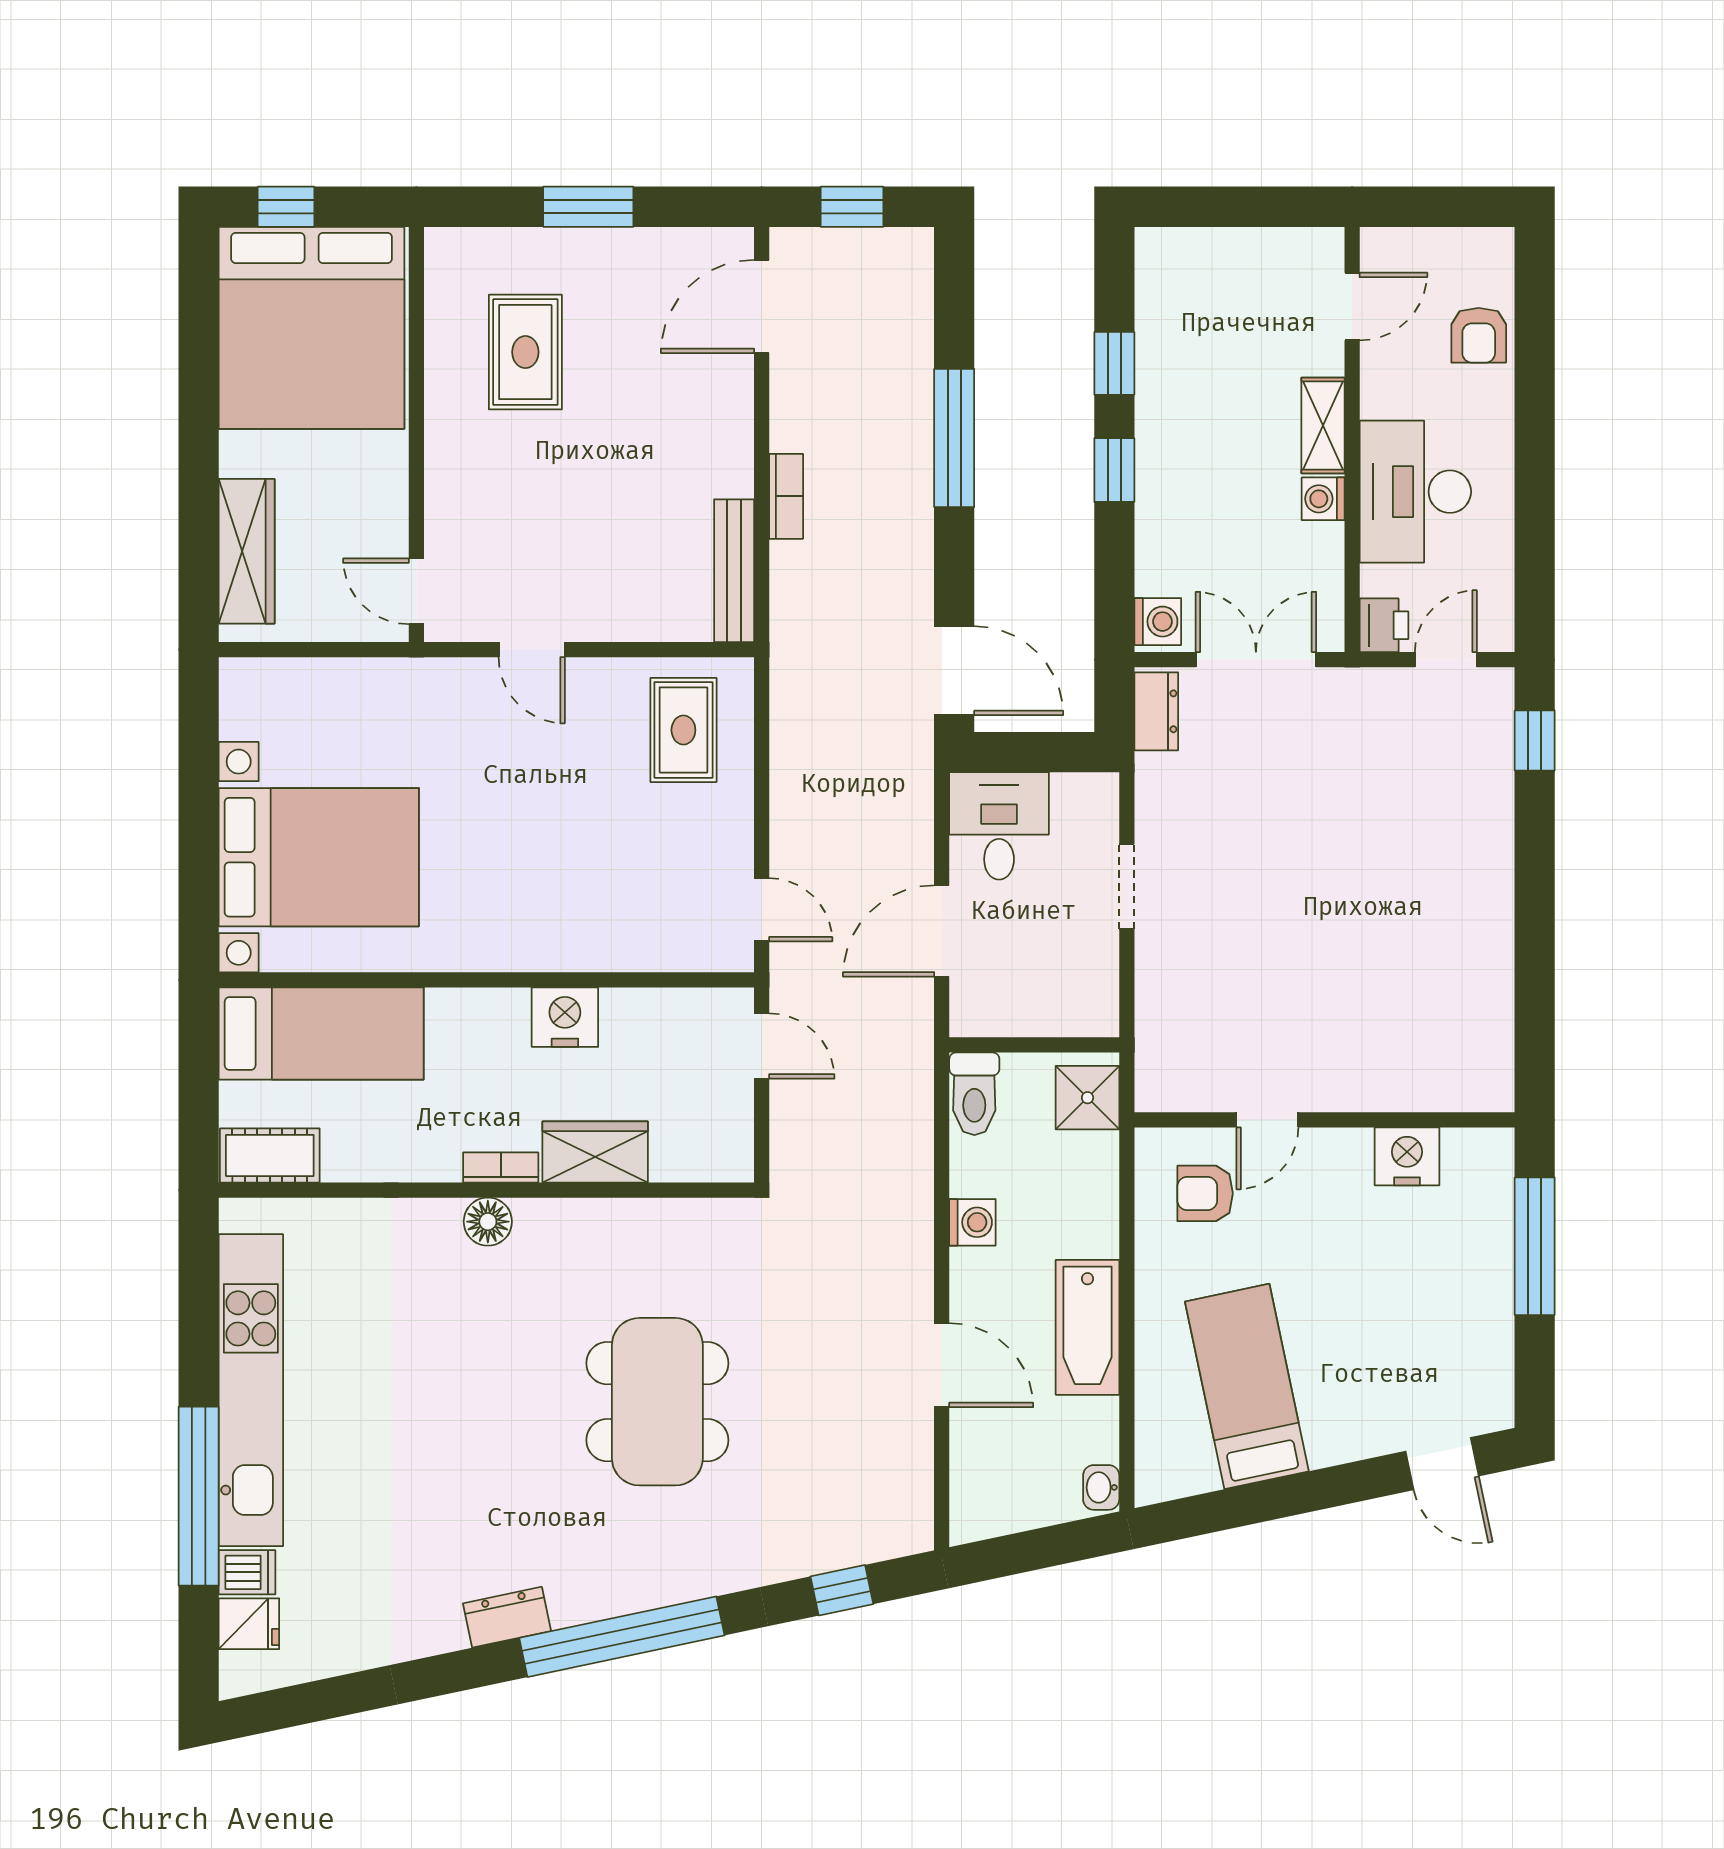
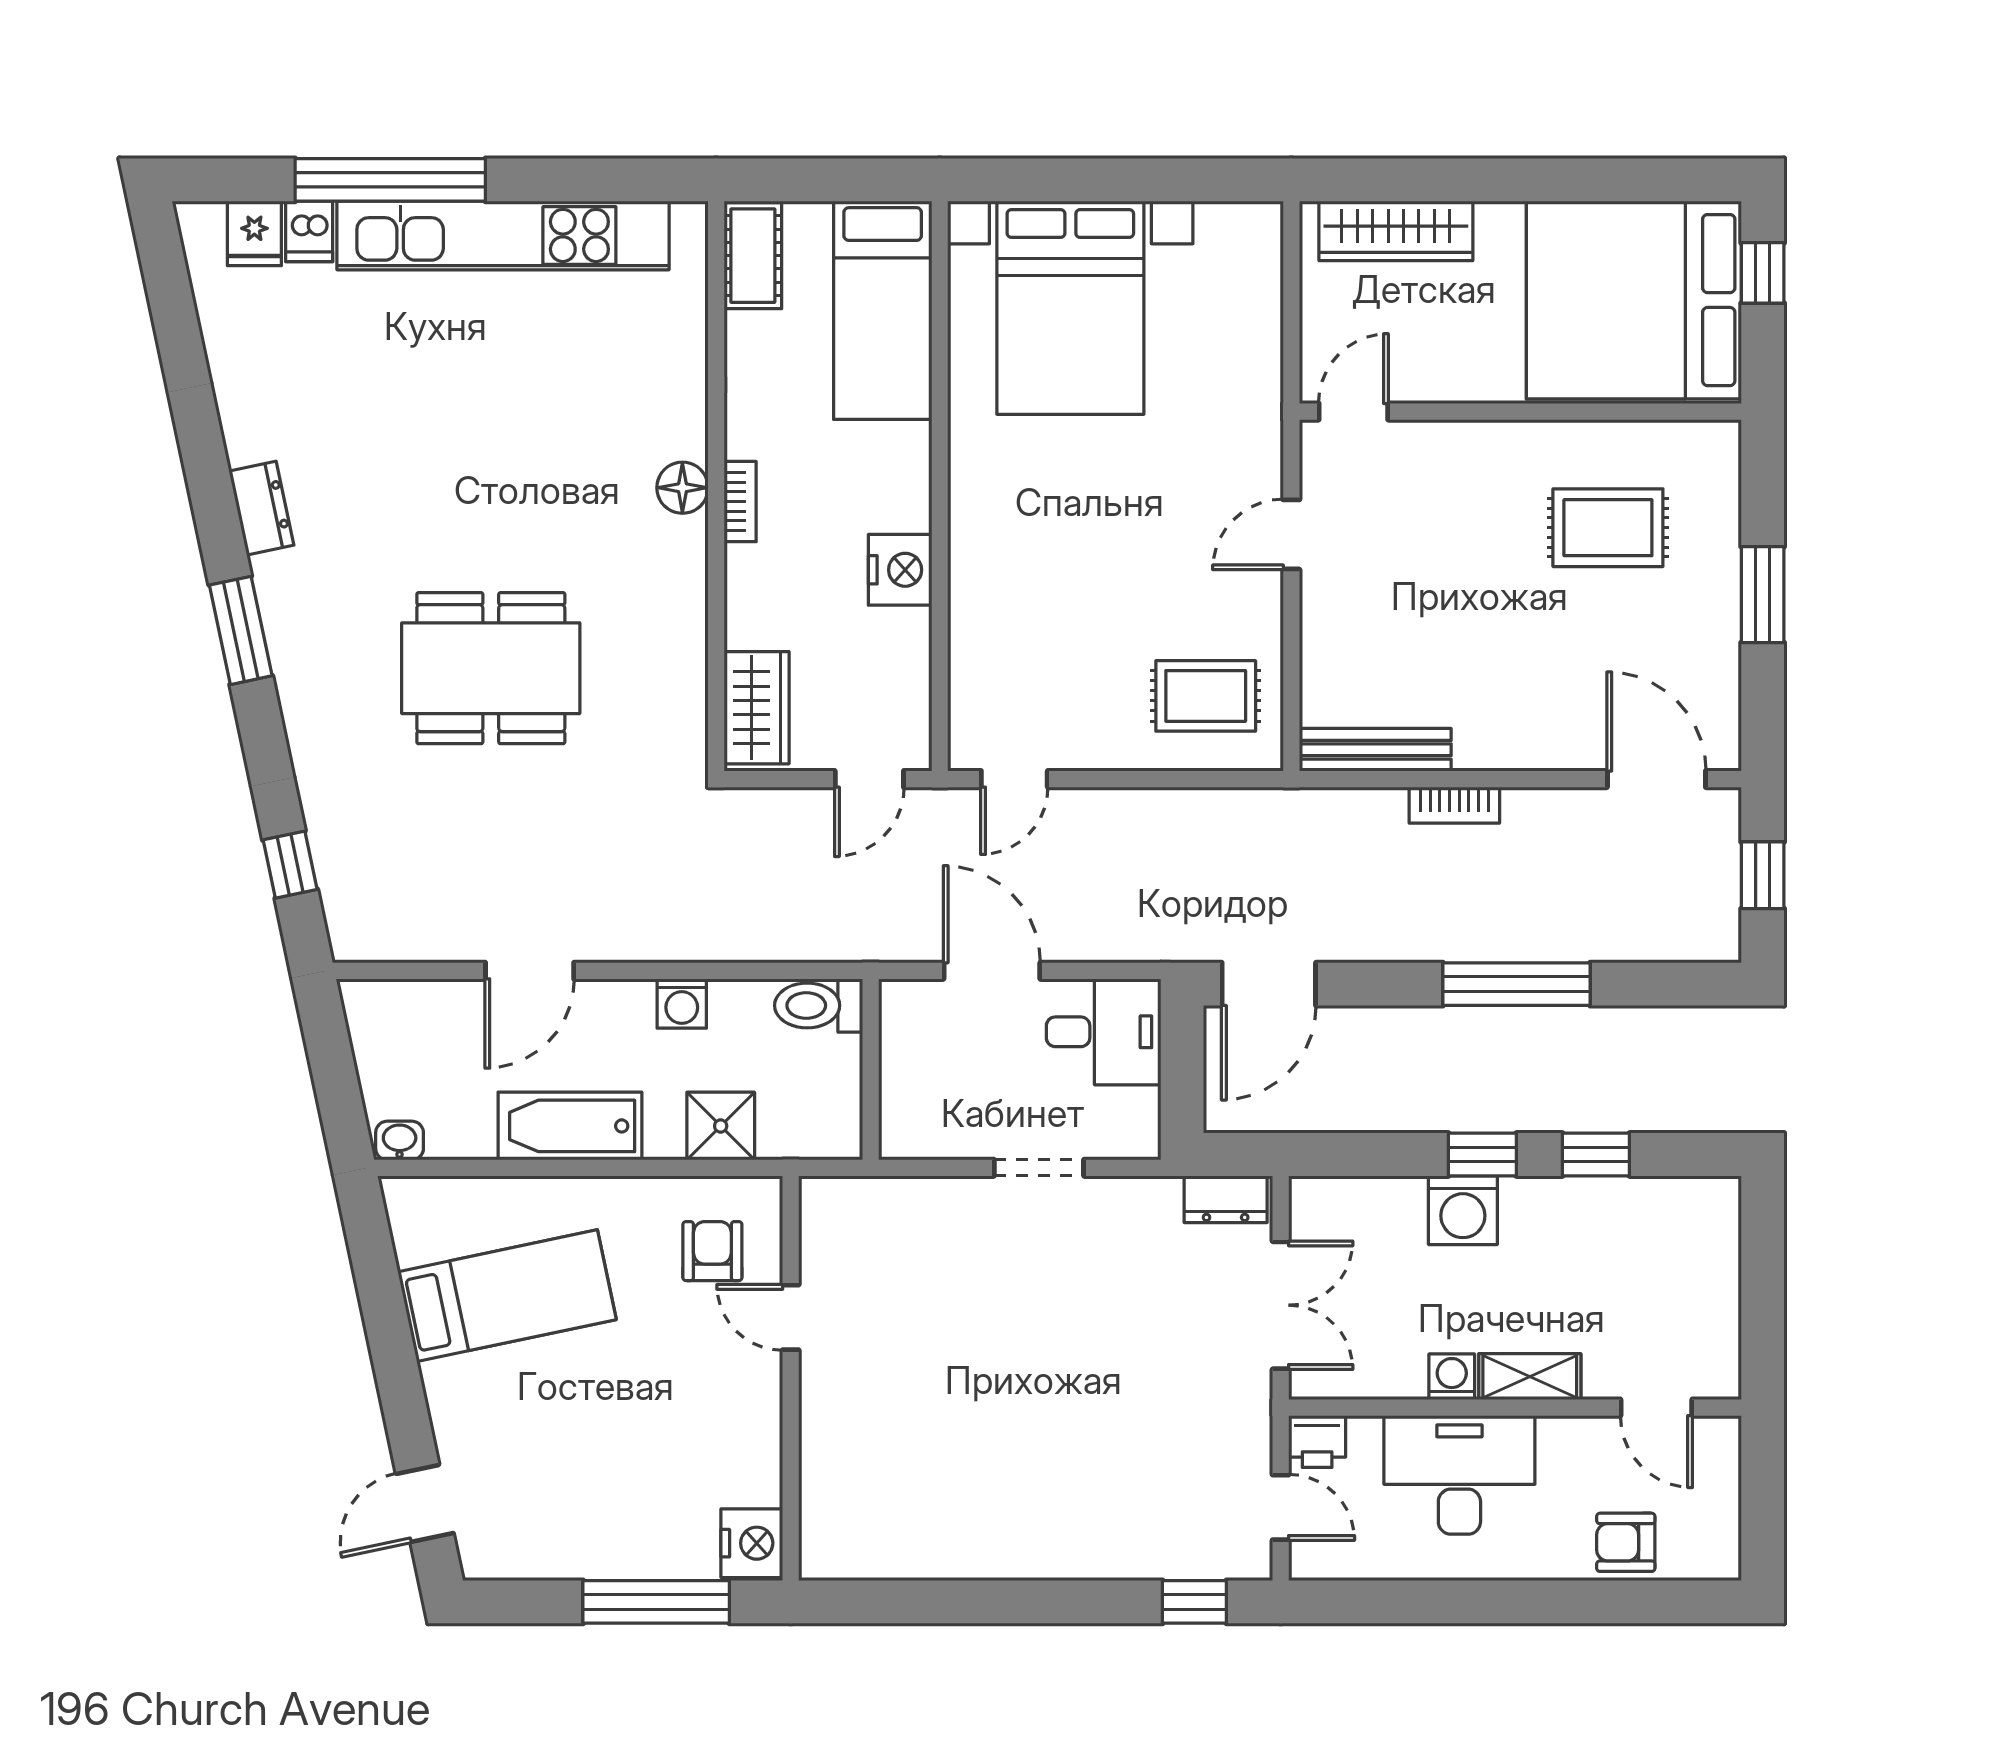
washing machine: (1158, 622) -> (1463, 1210), moved, width x1.38, depth x1.38
shower: (1088, 1098) -> (721, 1126), moved
wardrobe: (595, 1152) -> (757, 708), moved
nightstand: (1407, 1156) -> (752, 1543), moved
window: (622, 1637) -> (241, 630), width x0.47

